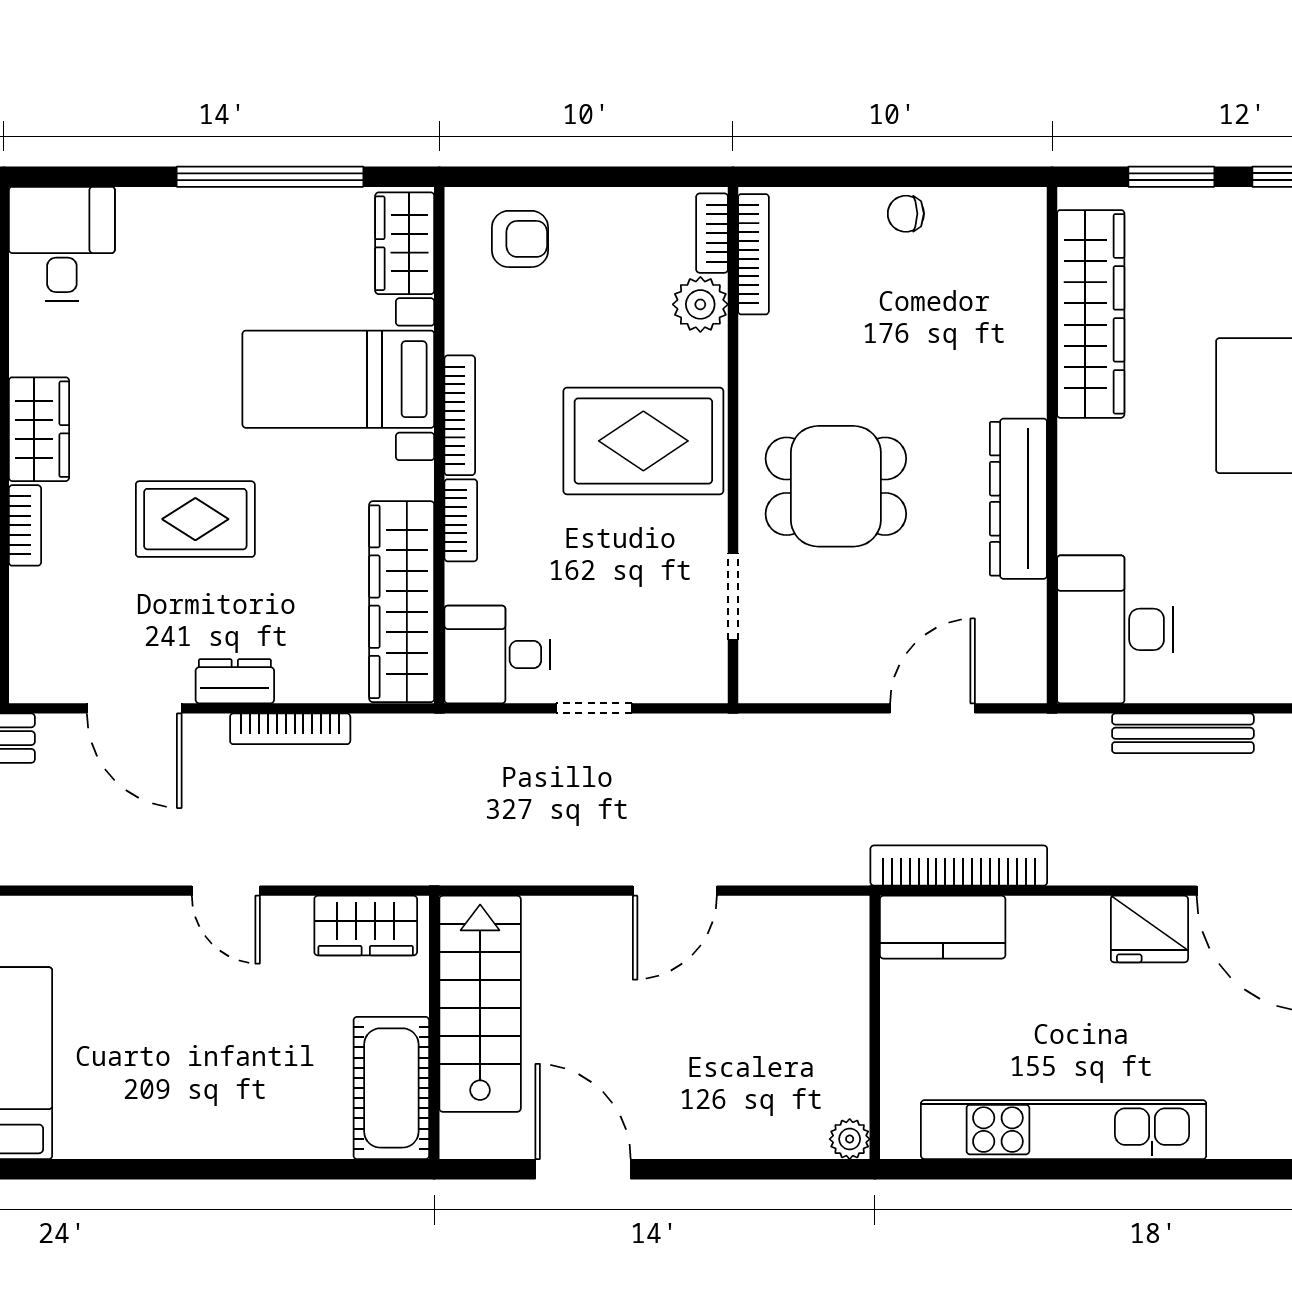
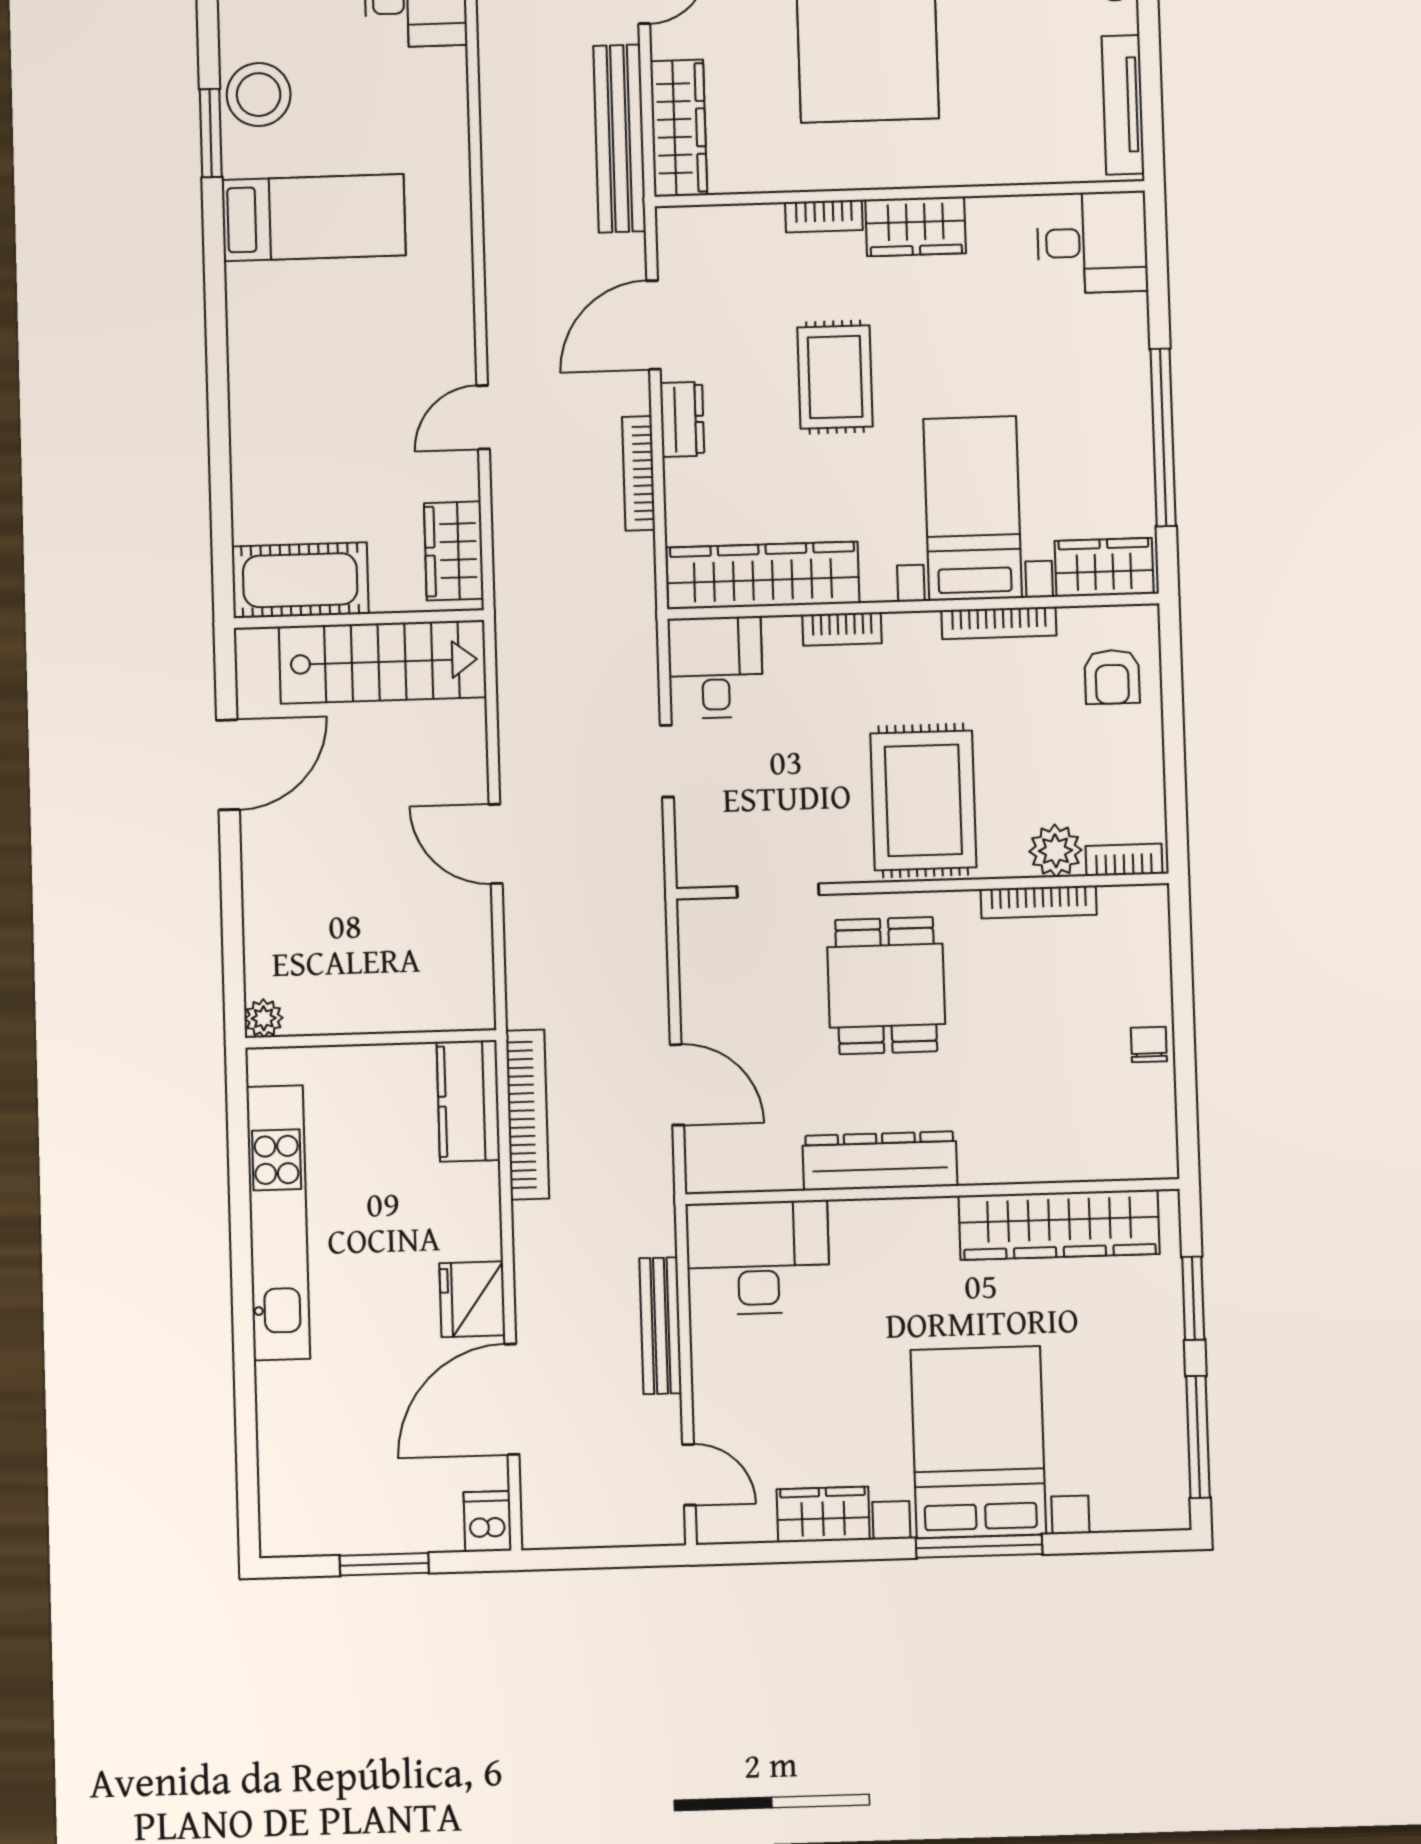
bookcase: (753, 254) -> (1039, 902), moved
bookcase: (460, 415) -> (999, 623), moved

